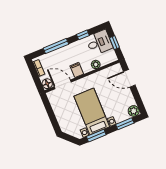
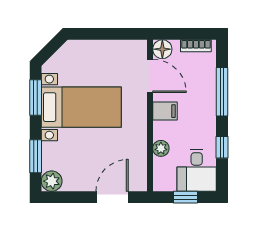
door: (63, 84) -> (150, 76), hinge flipped

